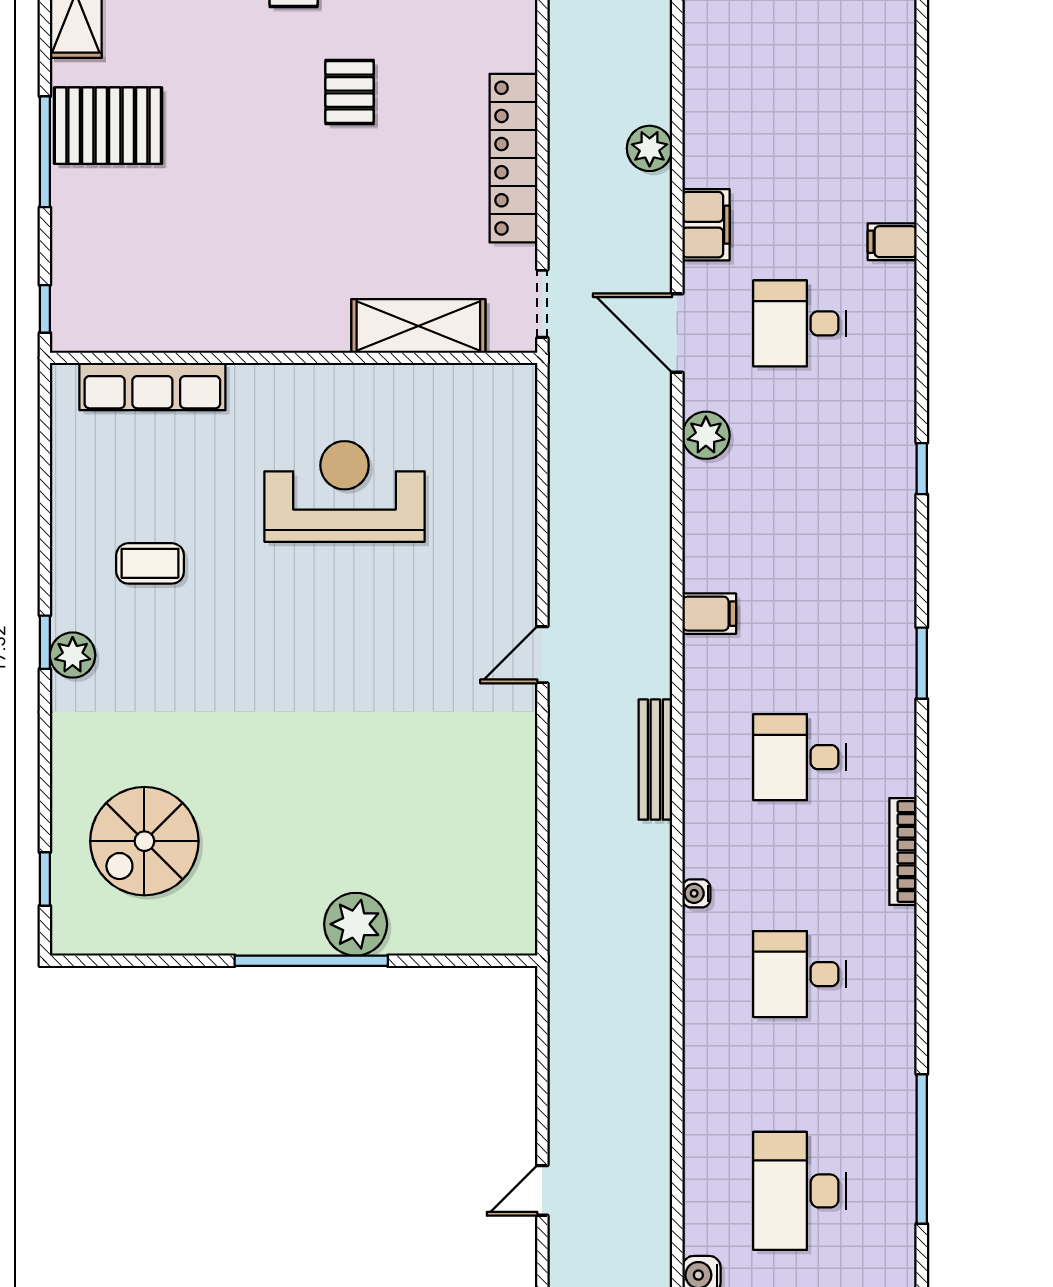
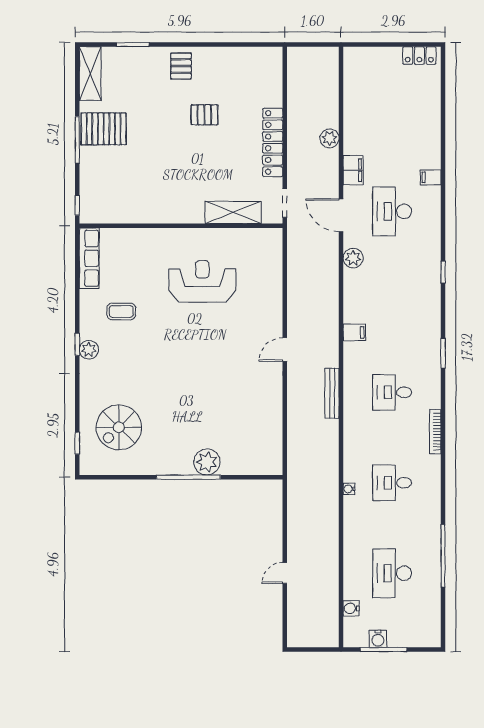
pallet: (350, 92) -> (204, 115), turned 90
desk: (800, 323) -> (392, 211), width x1.37
row of seats: (152, 387) -> (89, 258), moved, turned -90
water cooler: (696, 893) -> (349, 489), moved

